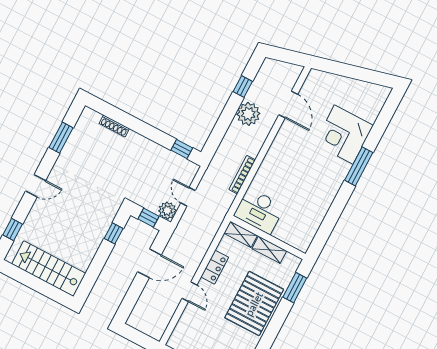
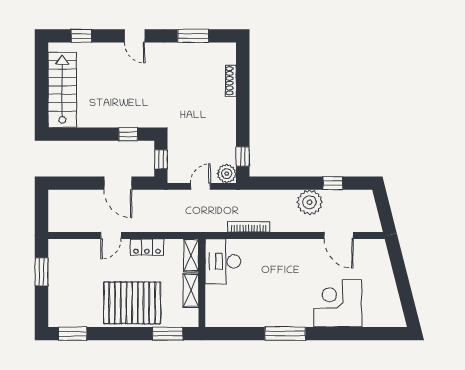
door: (288, 105) -> (339, 235), hinge flipped
window: (359, 166) -> (285, 334), moved
plant: (167, 211) -> (227, 174), moved

